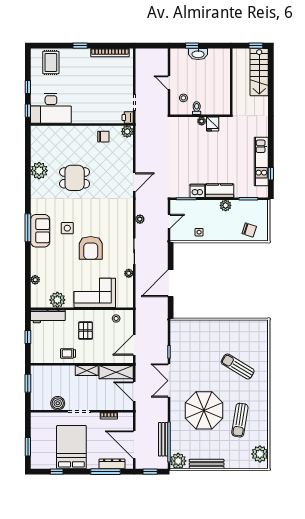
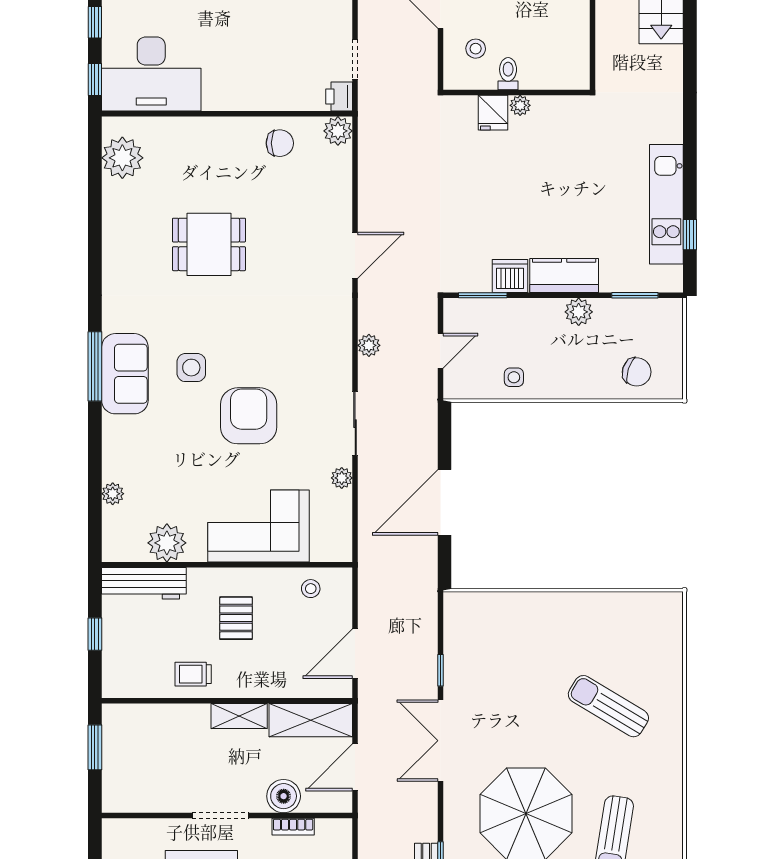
fridge: (213, 124) -> (493, 113), moved
plant: (39, 171) -> (122, 158), moved
armchair: (91, 248) -> (249, 416), turned 180
door: (134, 391) -> (355, 767), hinge flipped
boiler: (58, 403) -> (284, 796), moved

